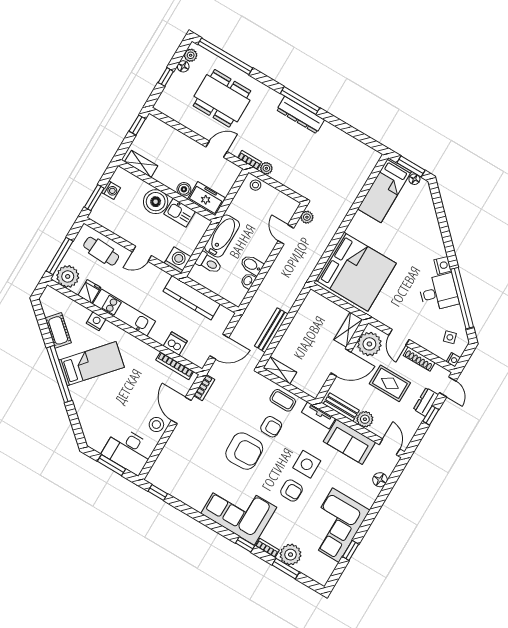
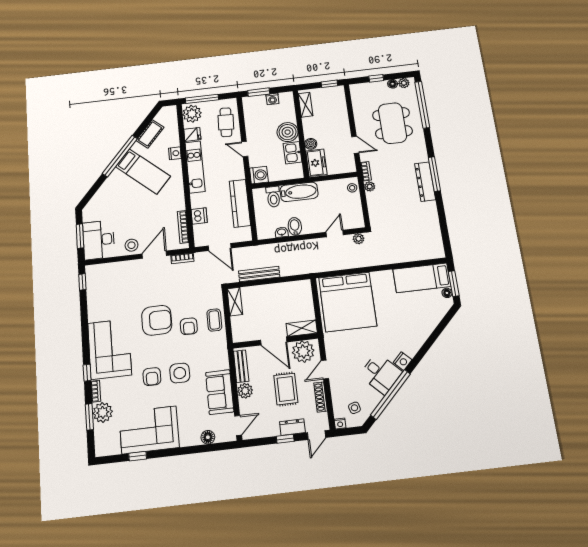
tv unit: (318, 415) -> (222, 354), removed
armchair: (244, 451) -> (157, 320), turned -88

